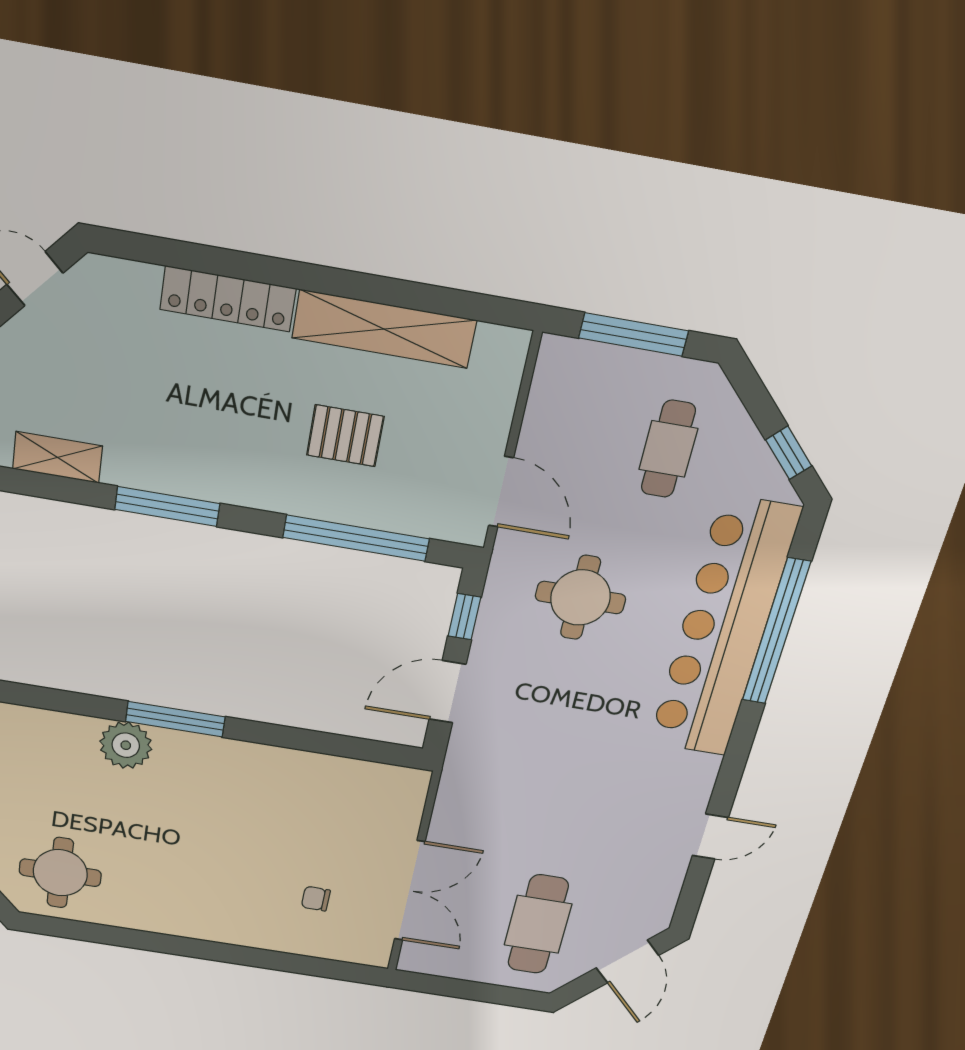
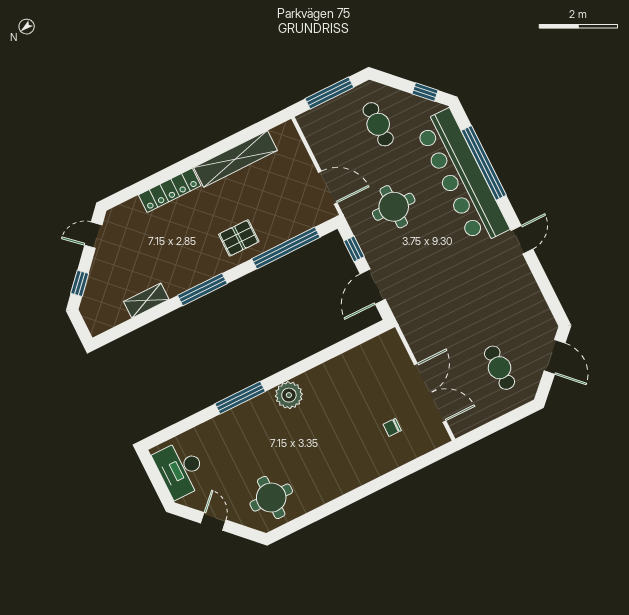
pallet: (345, 436) -> (239, 238), moved
window: (175, 719) -> (240, 398), moved
plant: (126, 745) -> (289, 395), moved
door: (710, 837) -> (522, 240), moved
cafe table: (538, 924) -> (500, 368), width x0.73, depth x0.74

